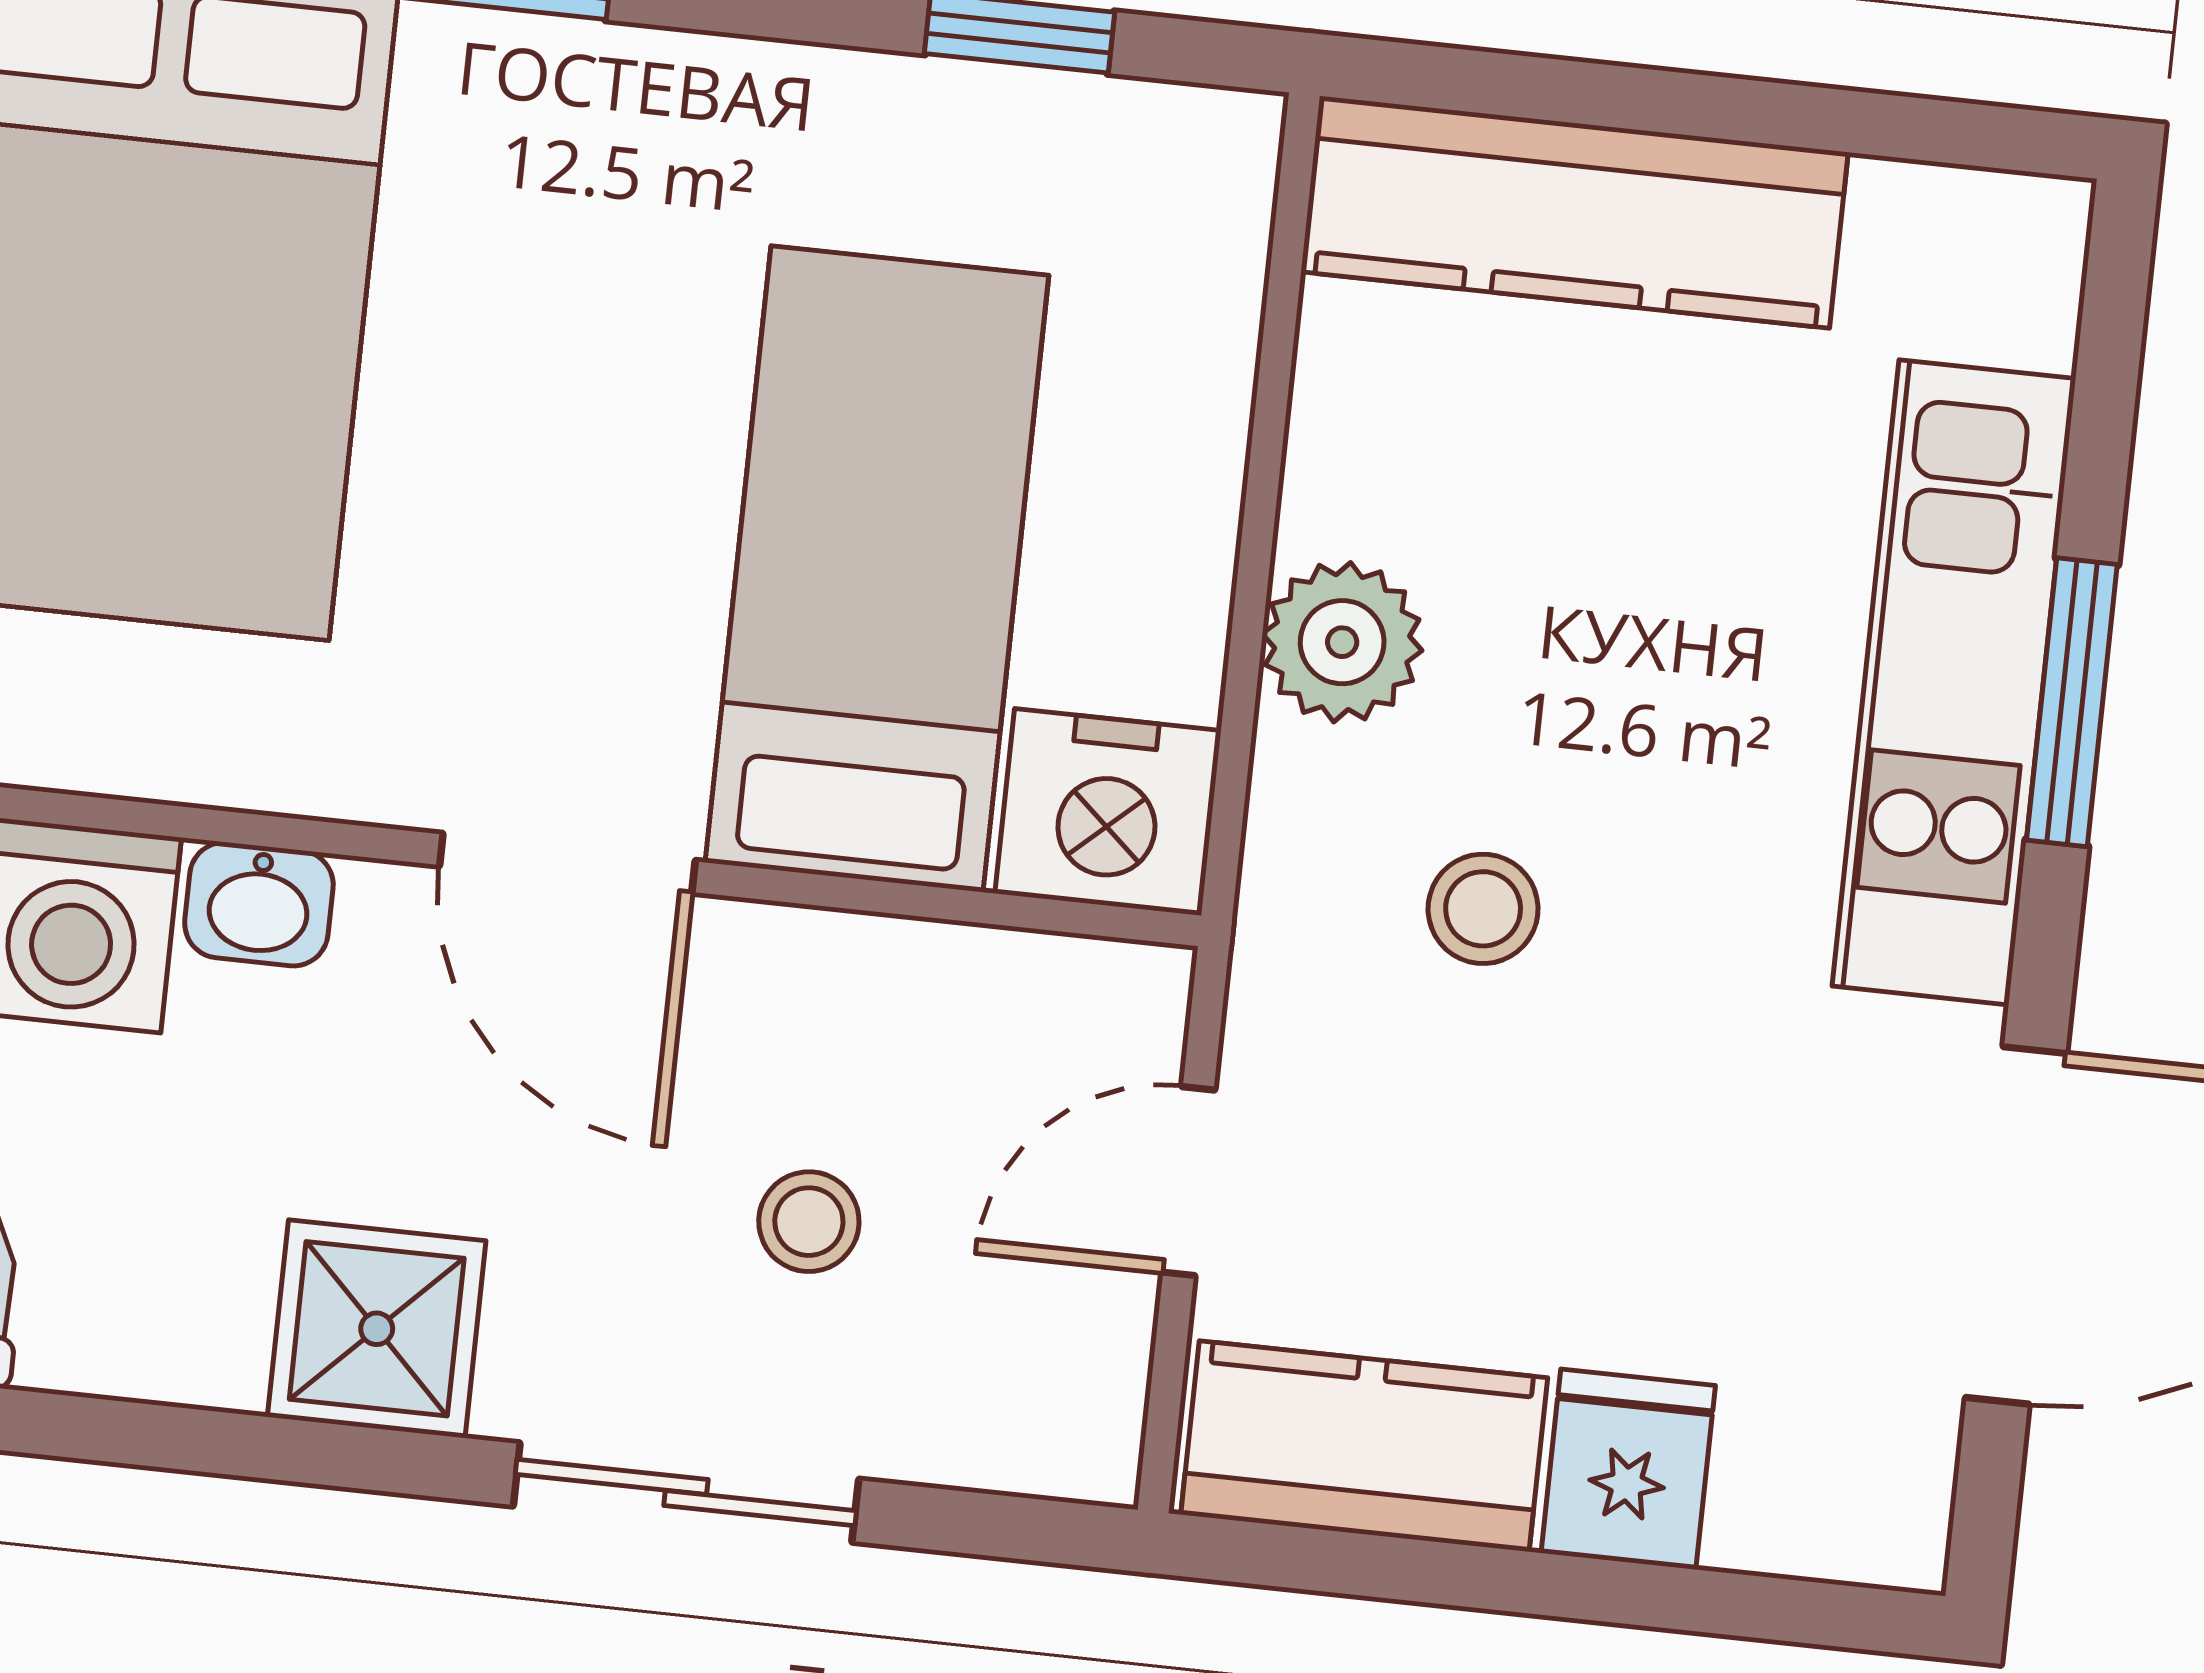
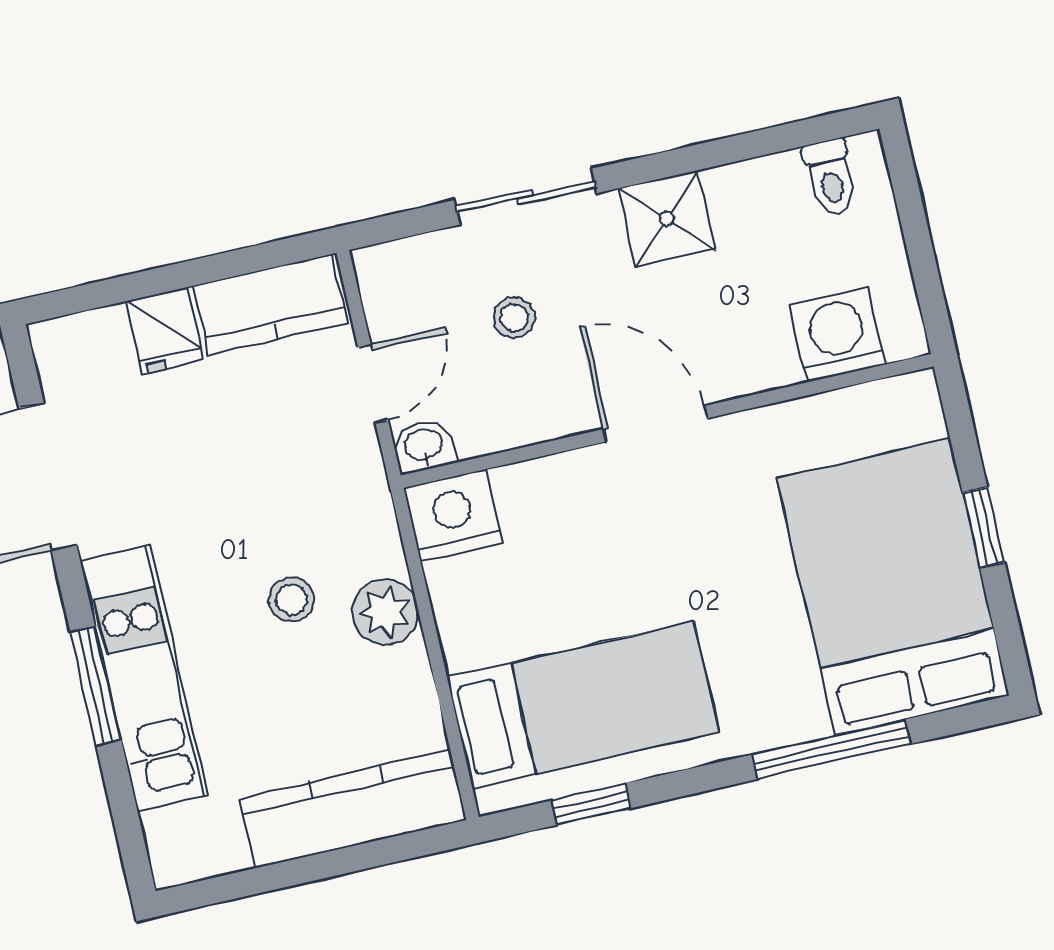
bed: (877, 569) -> (583, 705), moved, turned -90
washbasin: (259, 904) -> (424, 446), moved
stool: (1483, 909) -> (291, 600), moved

